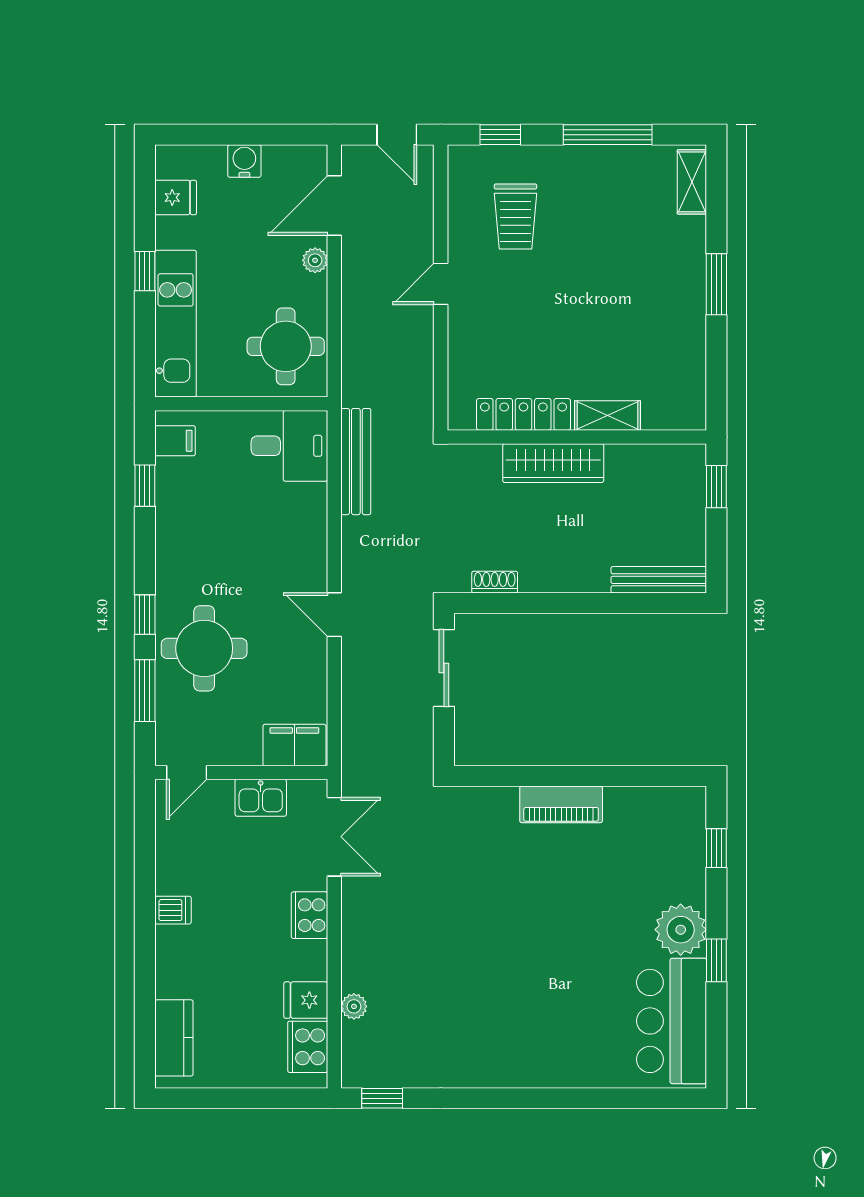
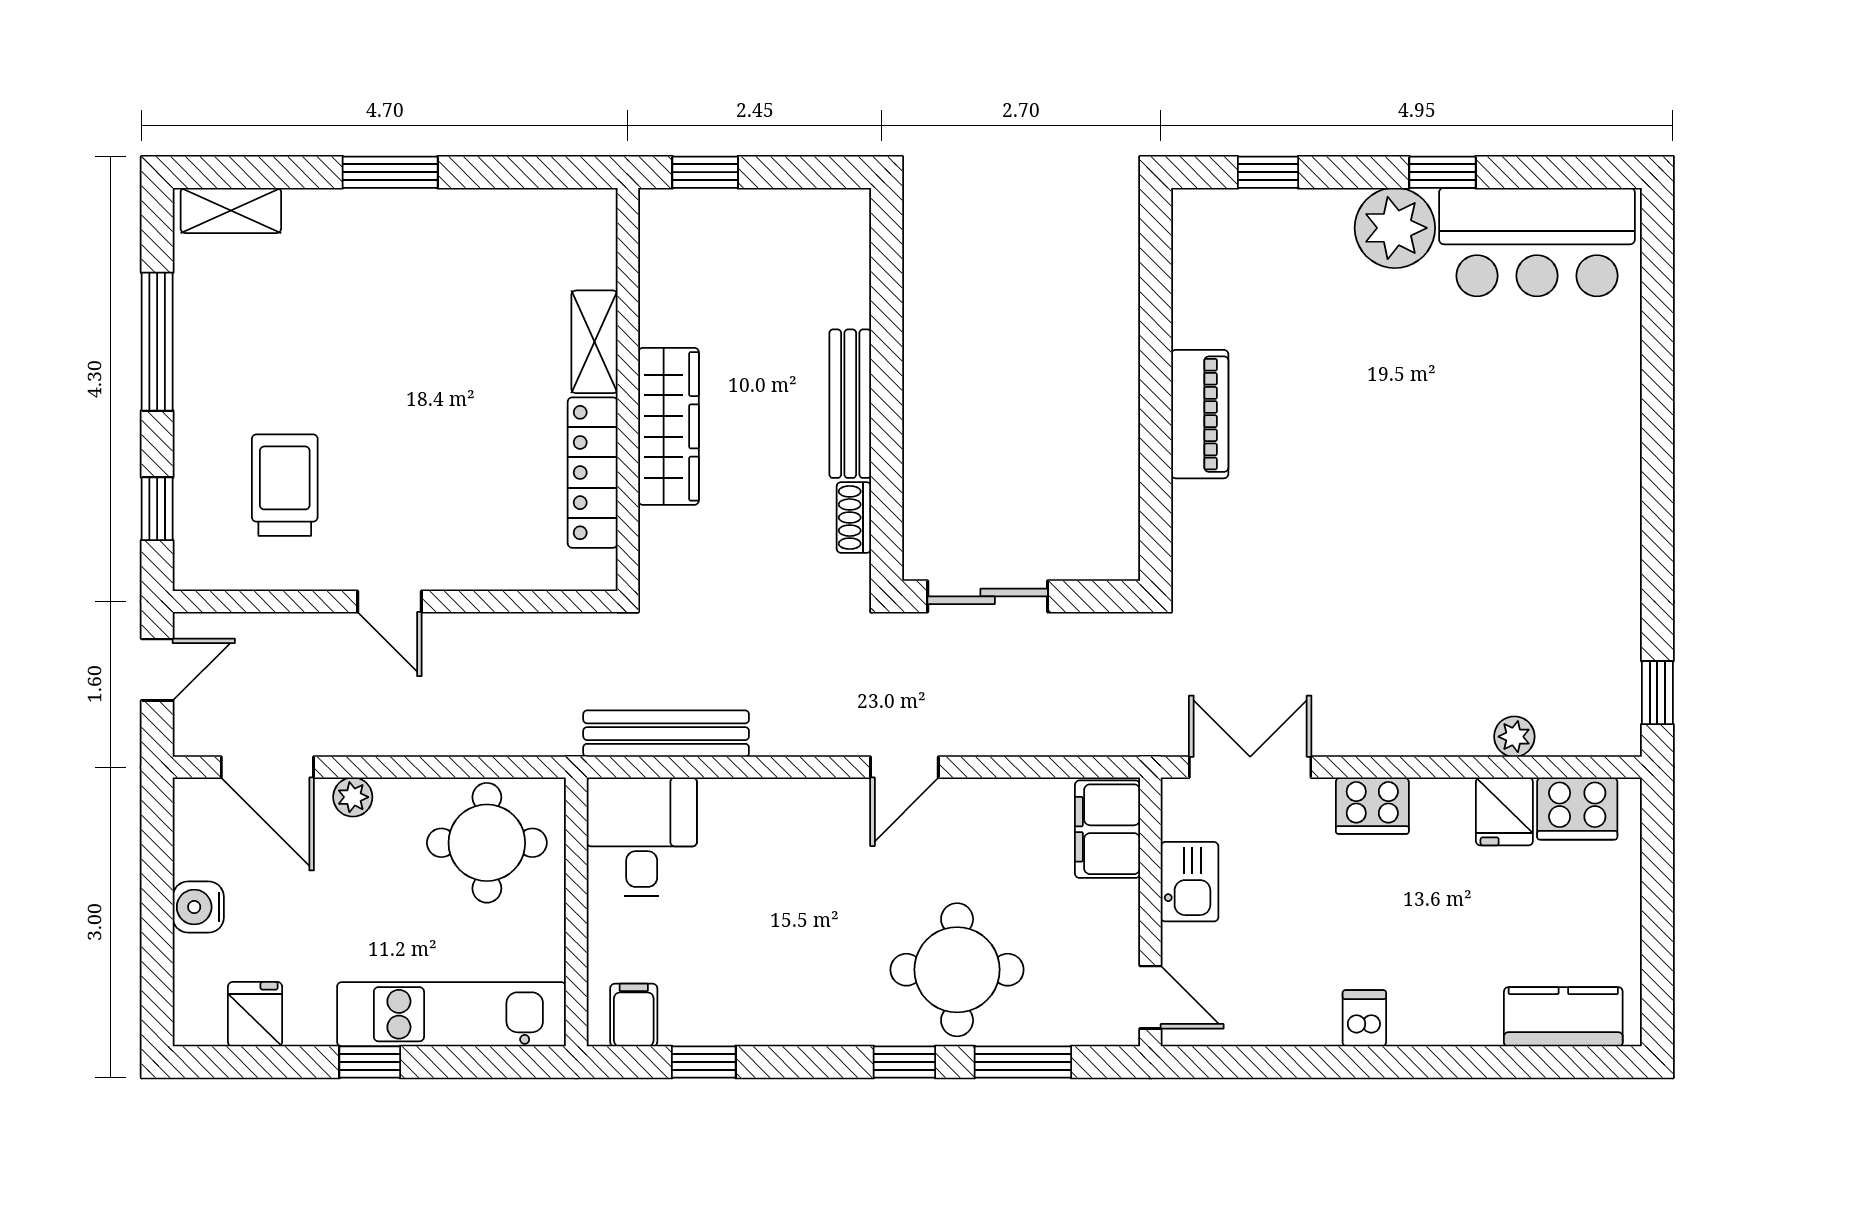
trolley: (515, 217) -> (285, 485), turned -90
bench: (659, 580) -> (850, 404), moved

